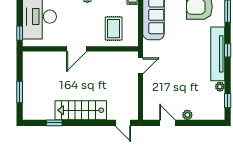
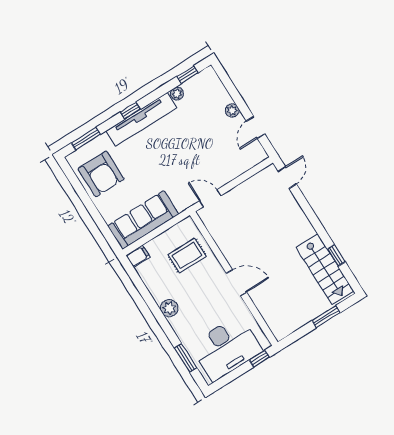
stairs: (81, 110) -> (325, 269), moved

